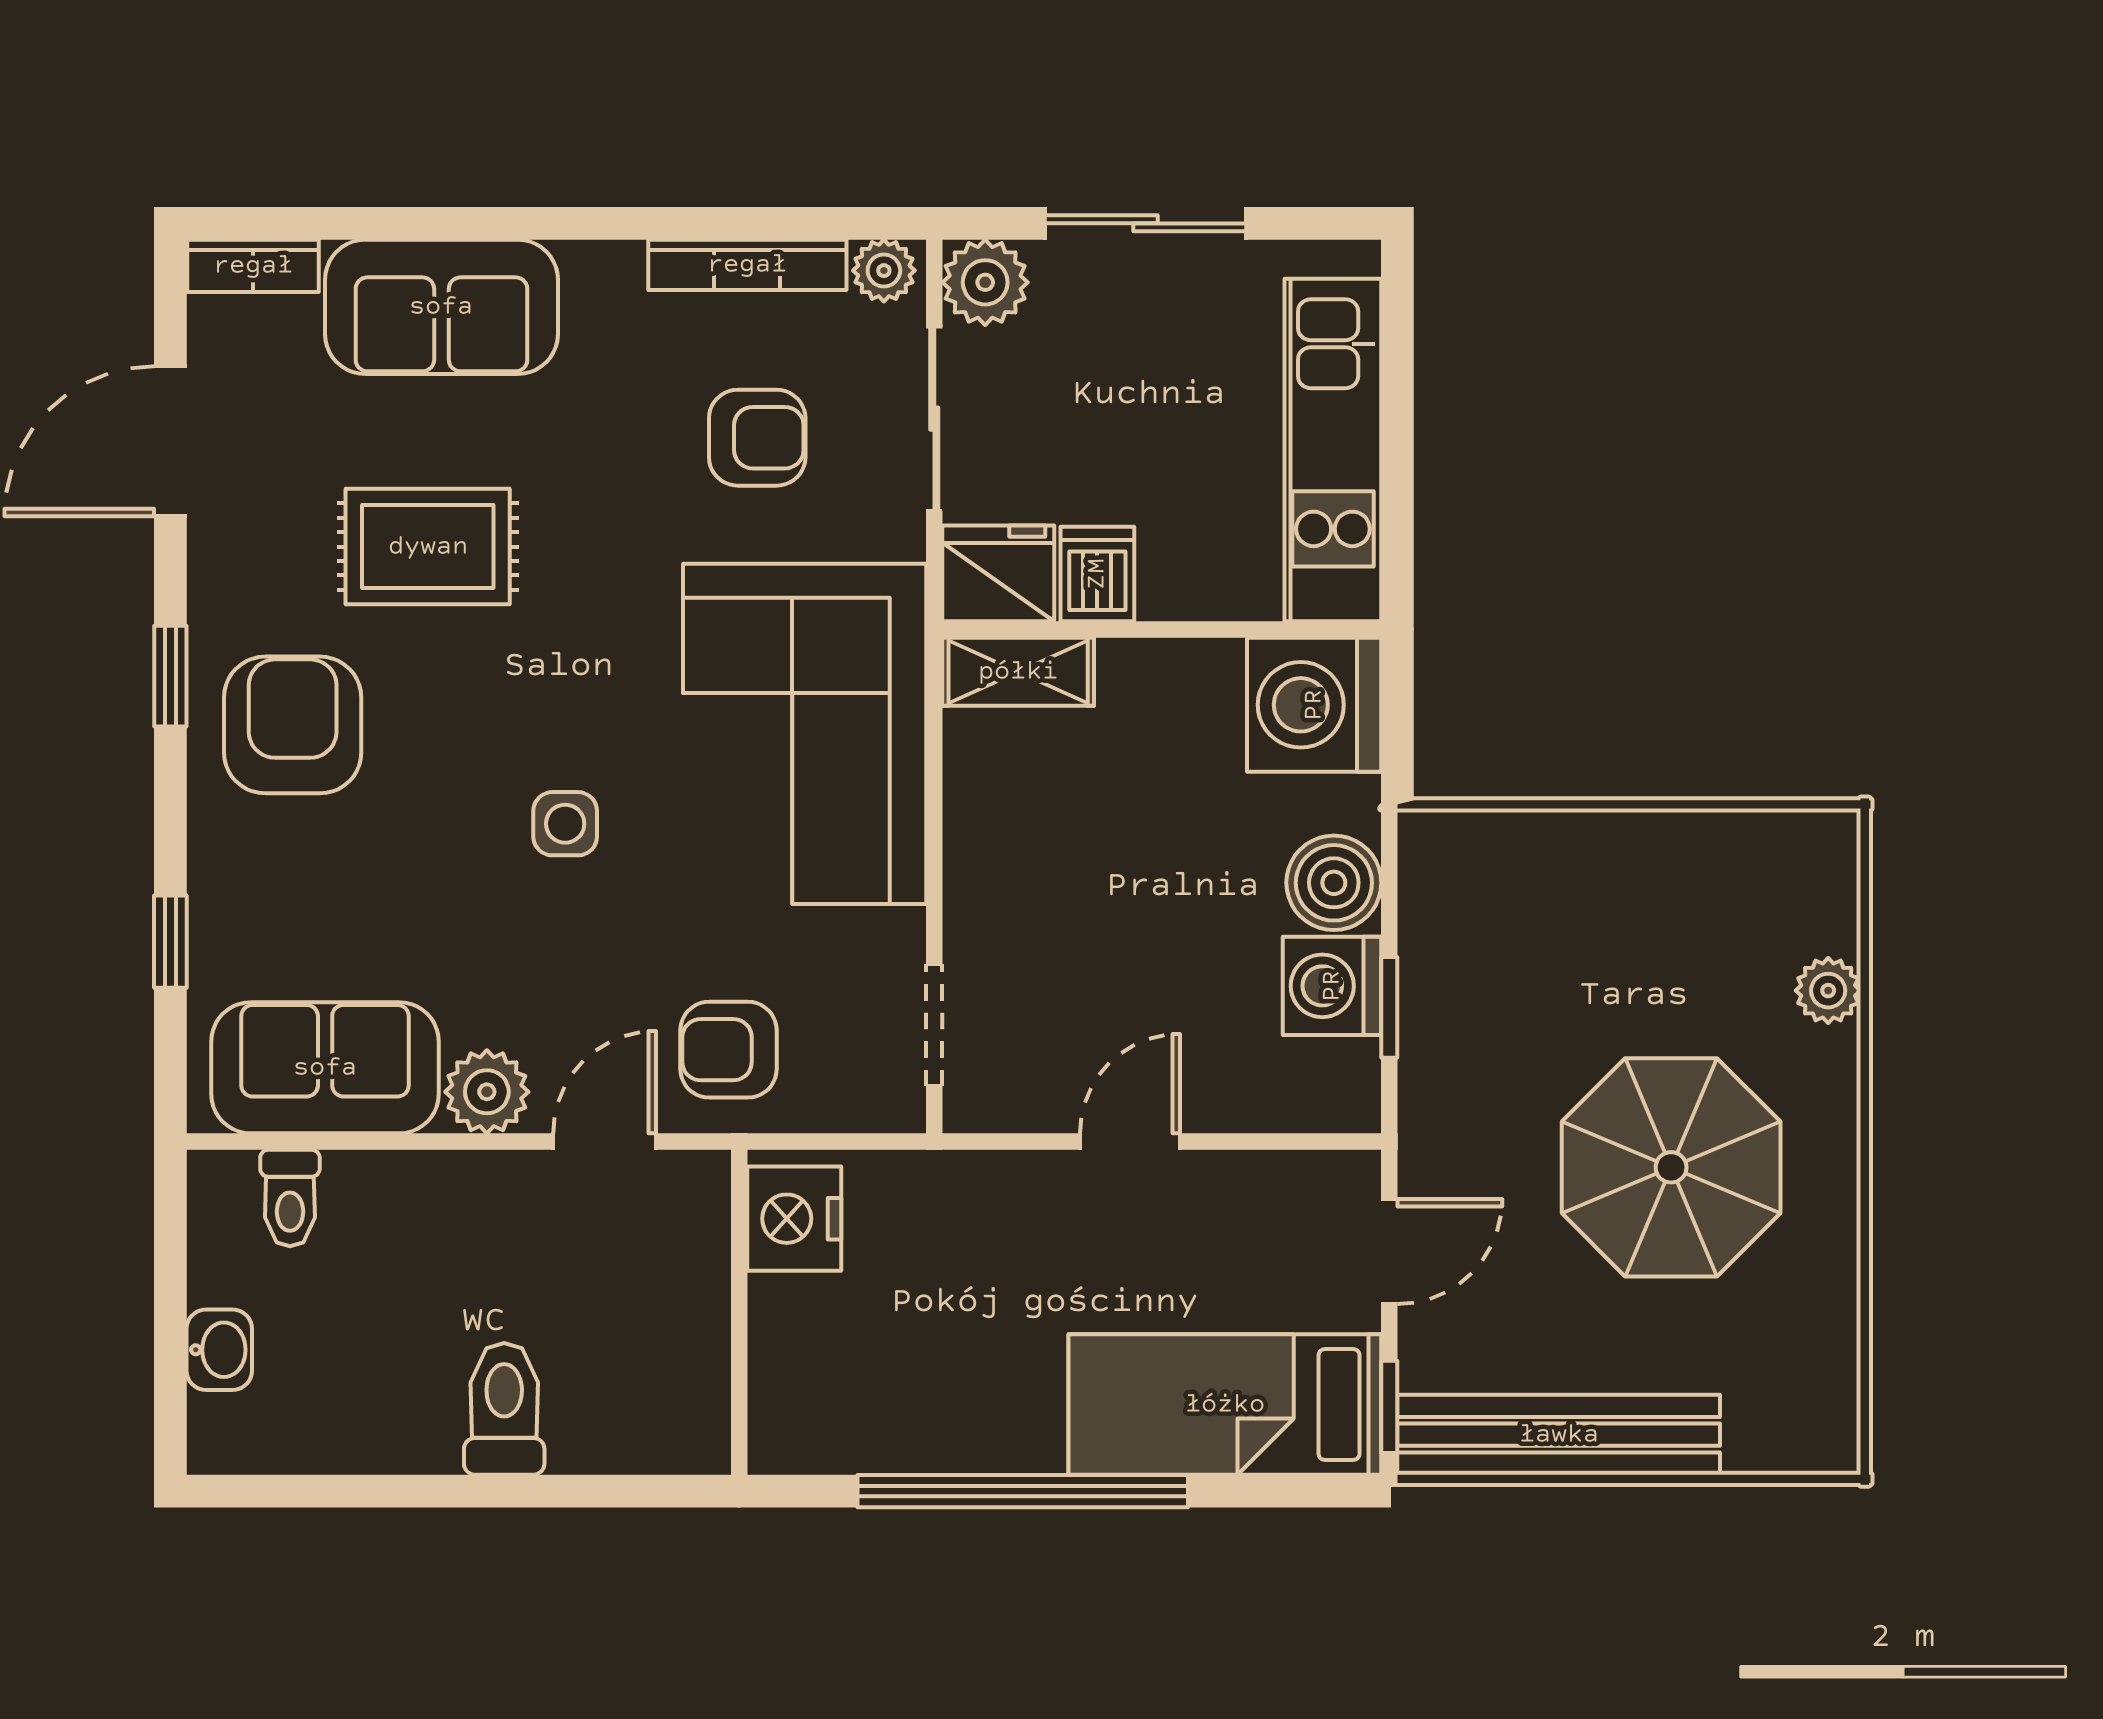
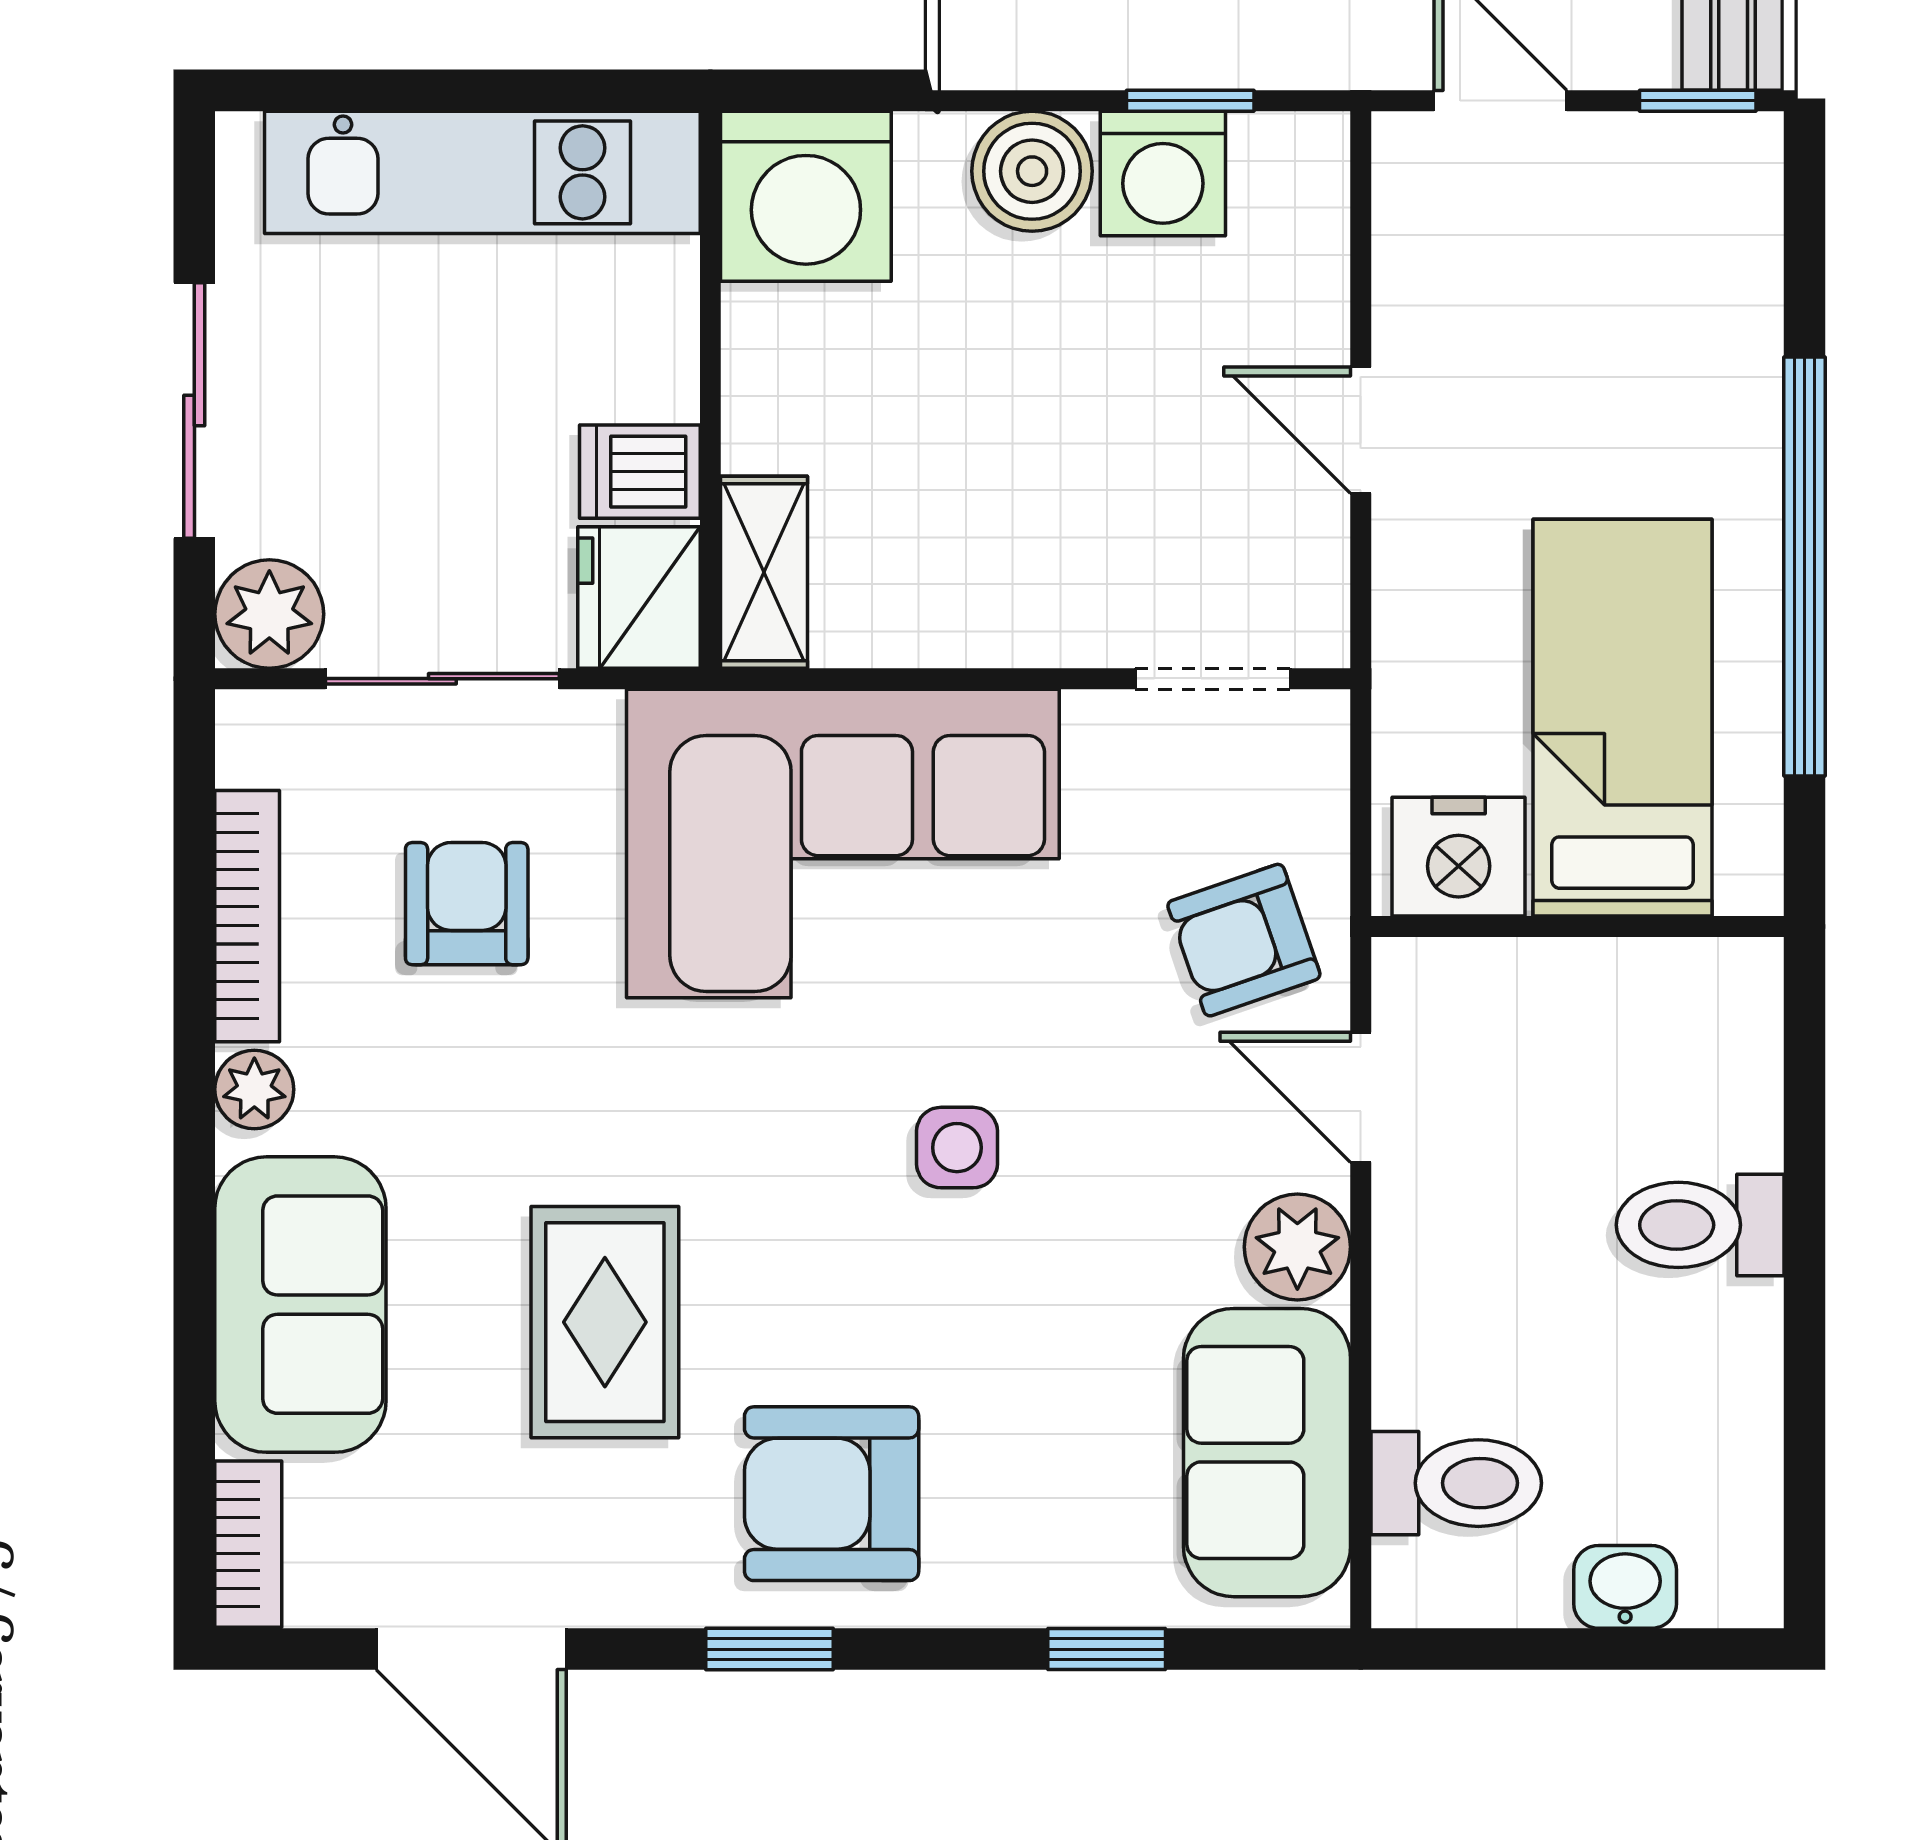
plant: (884, 271) -> (254, 1089), moved
armchair: (729, 1050) -> (1244, 940), turned 71
toilet: (290, 1198) -> (1456, 1483), width x1.37, depth x1.39
bed: (1225, 1405) -> (1622, 718), moved, turned 180

